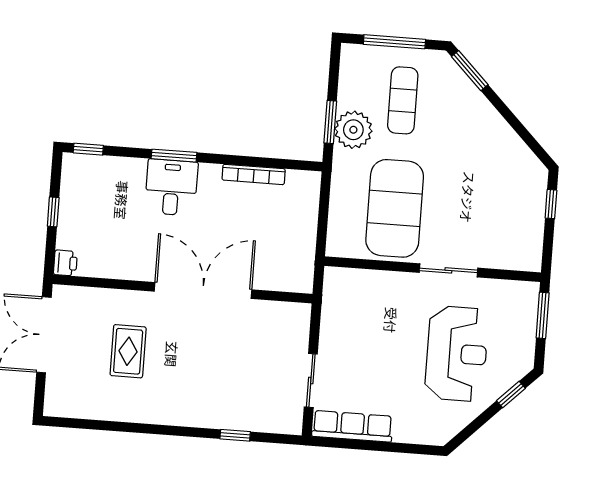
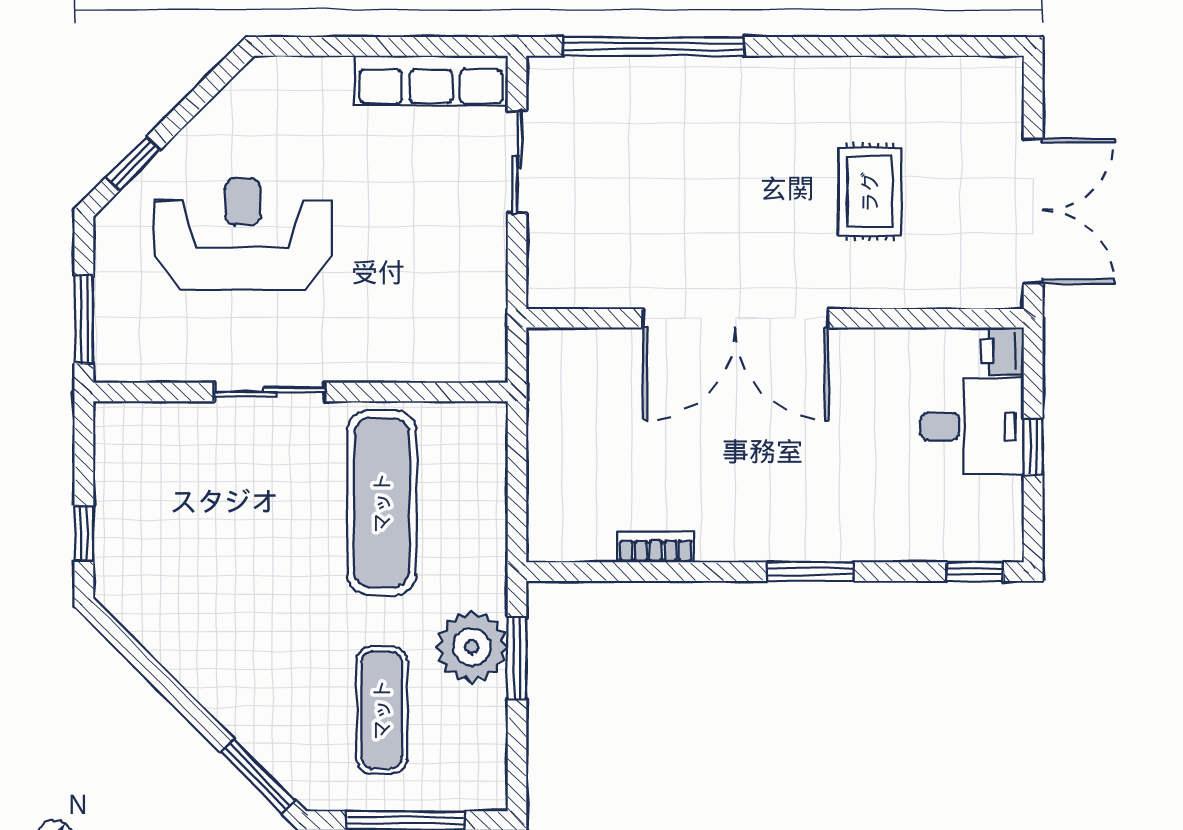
bookcase: (254, 174) -> (656, 547), width x0.64
desk: (171, 187) -> (972, 426), moved, turned -90
exercise mat: (395, 208) -> (382, 503), width x0.68
reception desk: (457, 354) -> (242, 234), turned 90
window: (235, 435) -> (653, 46), width x3.17

